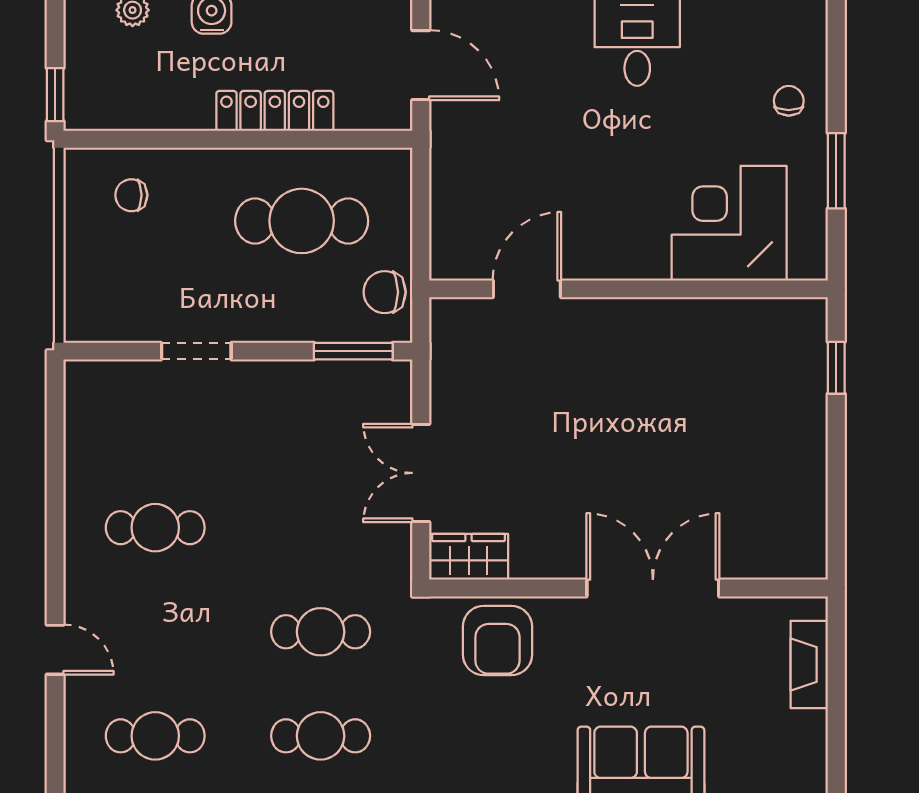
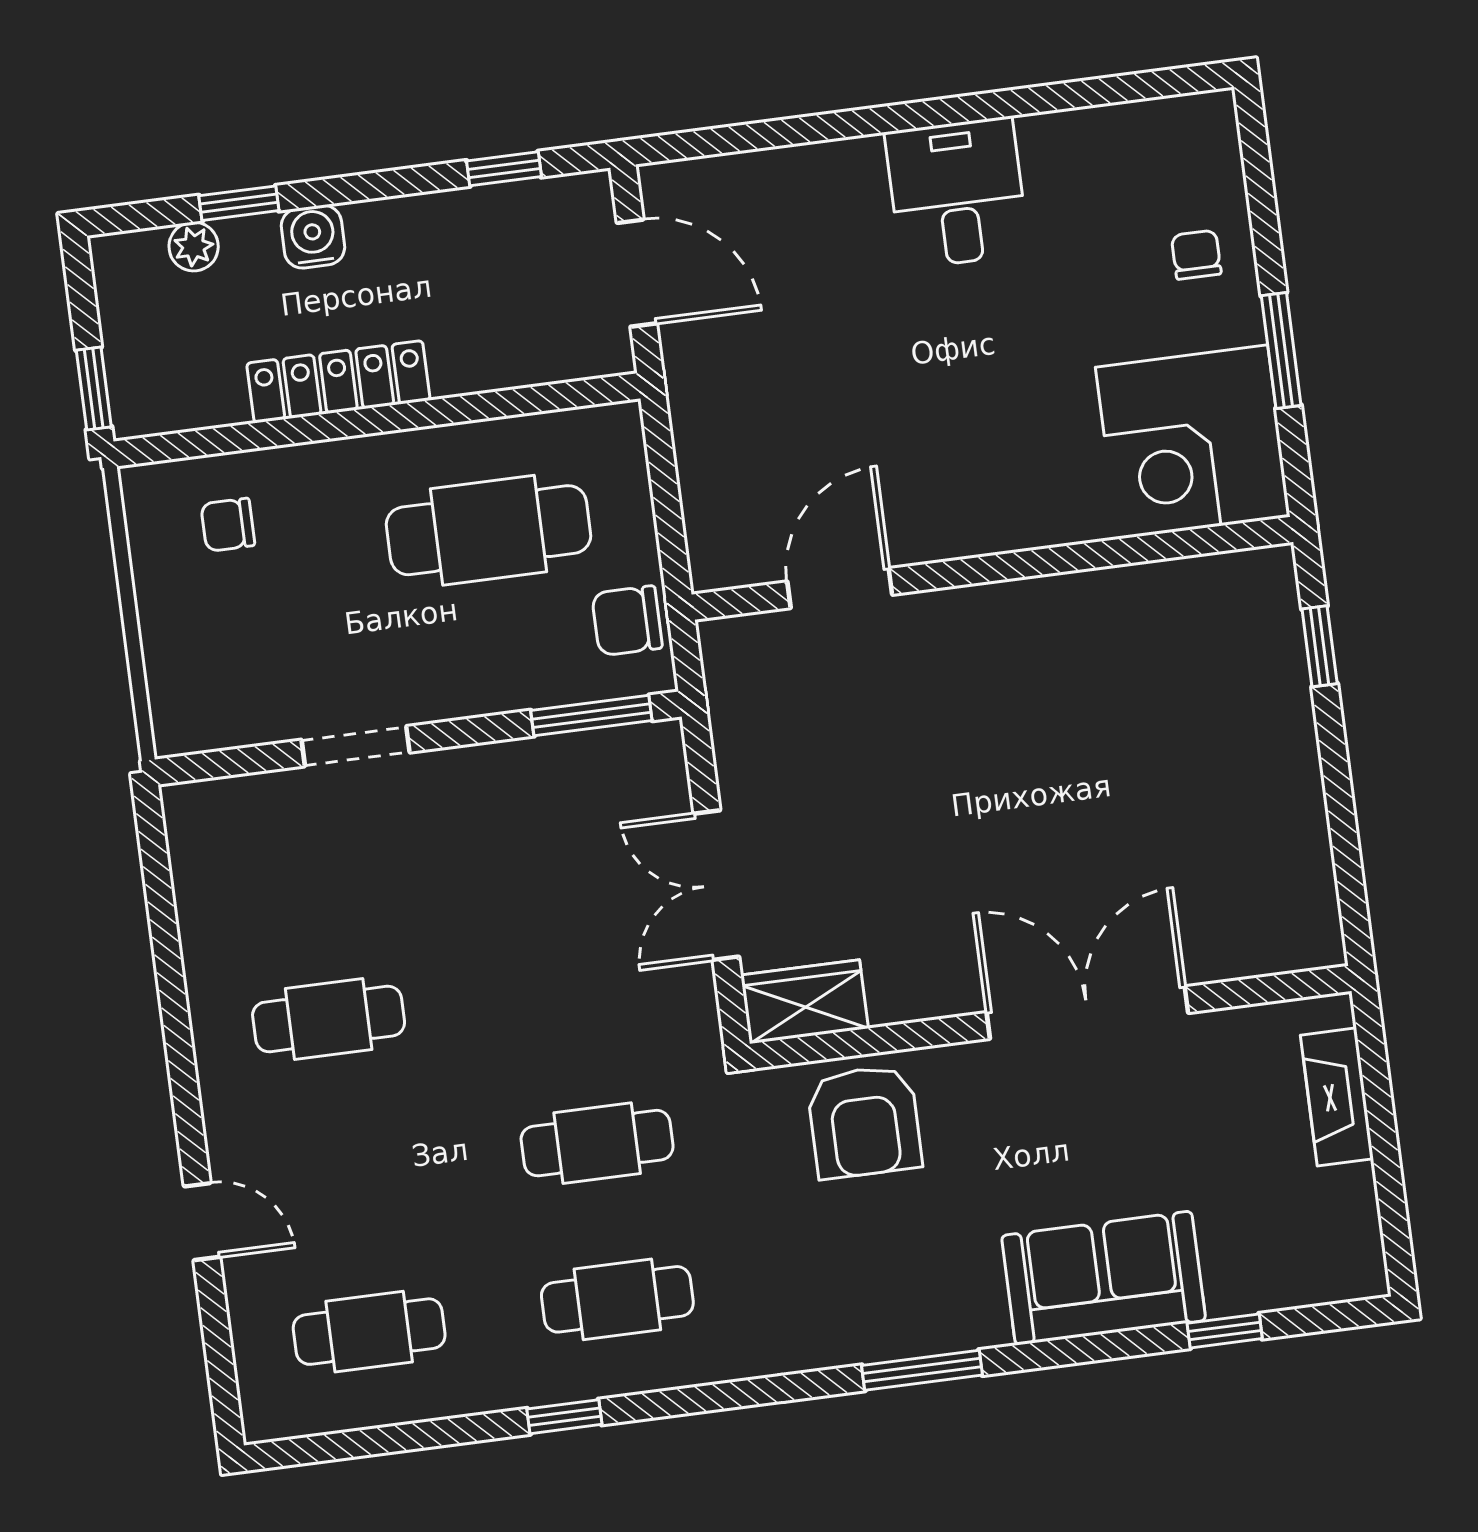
locker: (275, 111) -> (338, 382), moved
corner desk: (729, 223) -> (1193, 442), moved, turned -90

